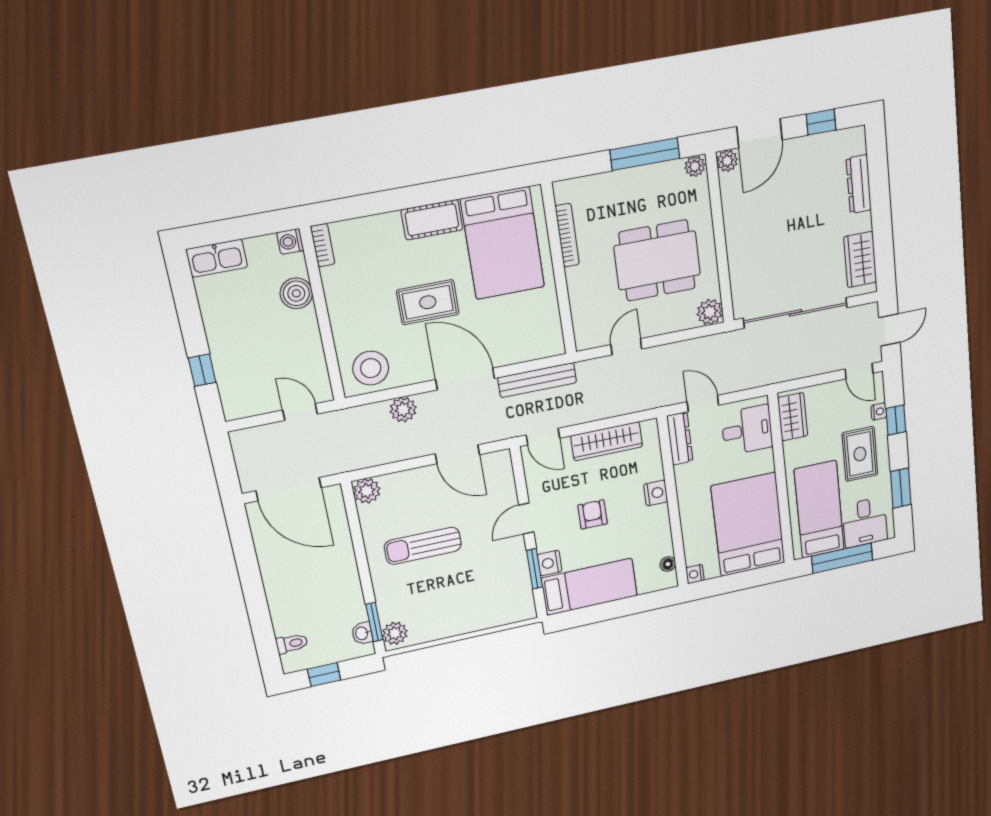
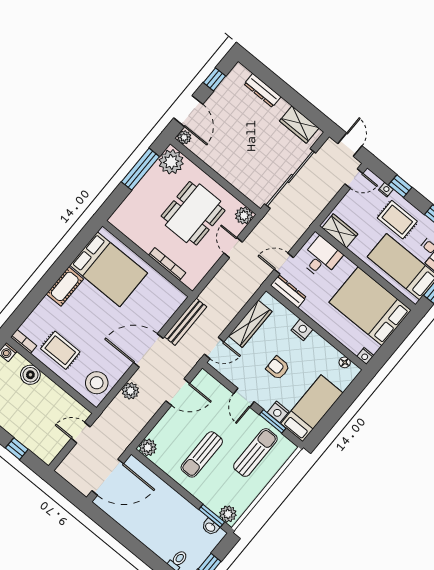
plant: (695, 166) -> (171, 162), width x1.87, depth x1.87
bookcase: (567, 235) -> (167, 264), moved
rug: (428, 302) -> (60, 350), moved, turned 90
door: (626, 347) -> (233, 248), moved
sun lounger: (485, 589) -> (255, 453), added

